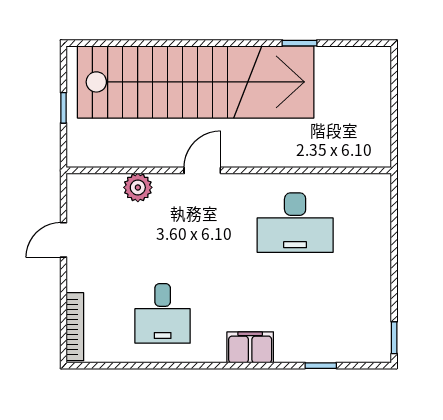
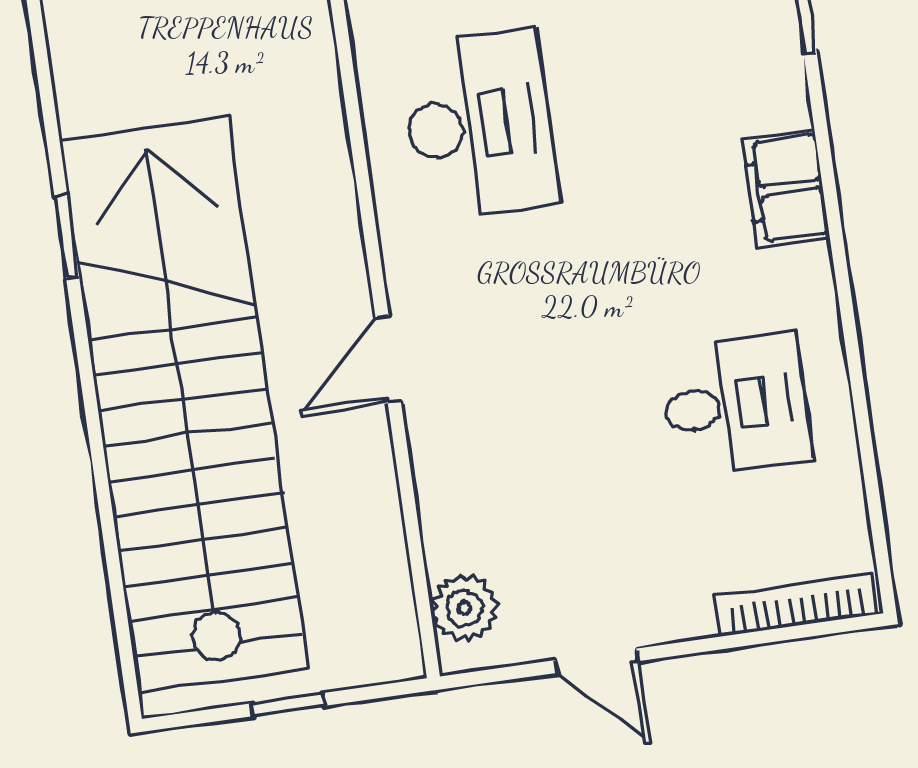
window: (300, 43) -> (67, 236), moved
door: (202, 170) -> (388, 359), hinge flipped
plant: (138, 187) -> (464, 608), moved

